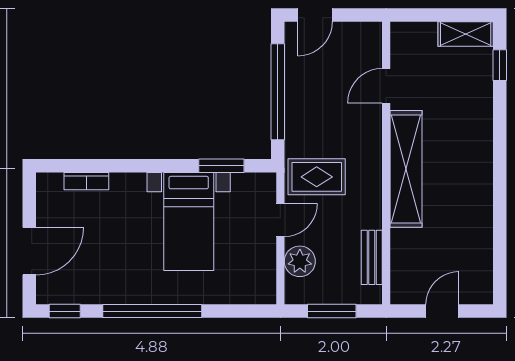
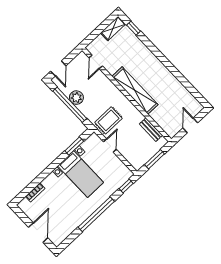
door: (386, 86) -> (96, 62), moved
plant: (300, 261) -> (76, 98), moved
window: (65, 311) -> (126, 186), moved

